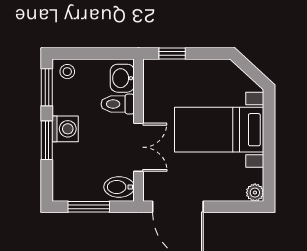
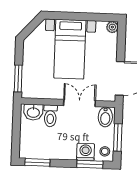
window: (172, 54) -> (18, 79), width x1.50
stool: (67, 72) -> (105, 151), moved
washing machine: (65, 129) -> (86, 152), moved
window: (47, 140) -> (90, 164), moved

